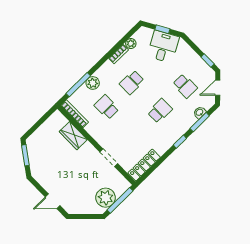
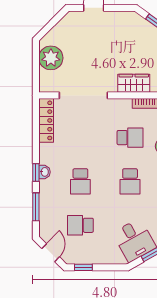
school desk: (132, 82) -> (130, 181), turned 180
washbasin: (200, 112) -> (44, 172), moved
doorway: (109, 158) -> (83, 95), width x1.88
window: (120, 200) -> (36, 68), removed

